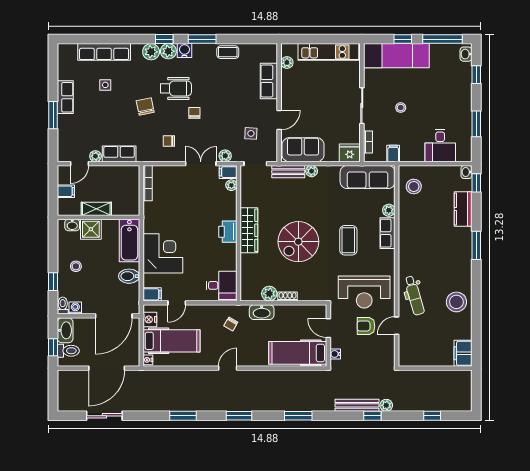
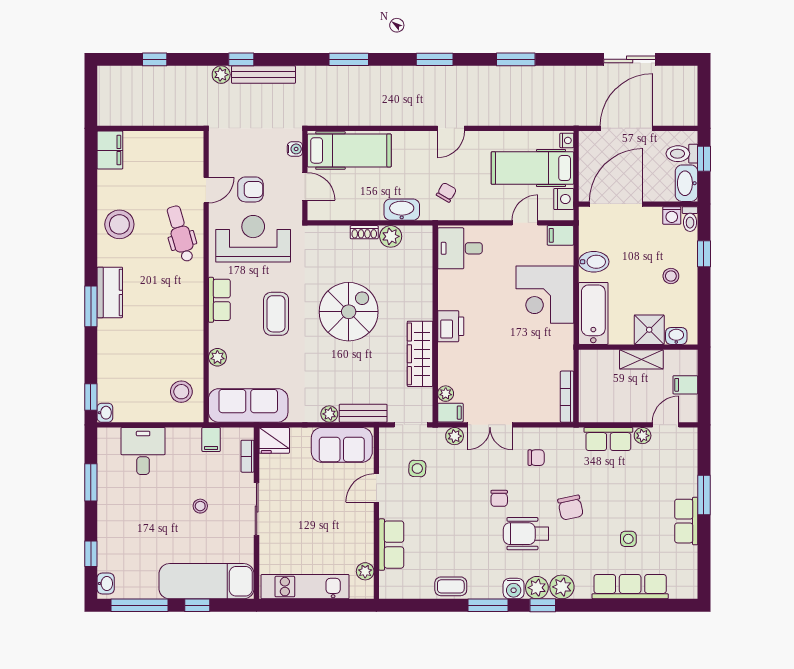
kitchen counter: (463, 209) -> (110, 292), moved
wardrobe: (249, 230) -> (420, 354), moved
row of seats: (387, 233) -> (219, 300), moved

